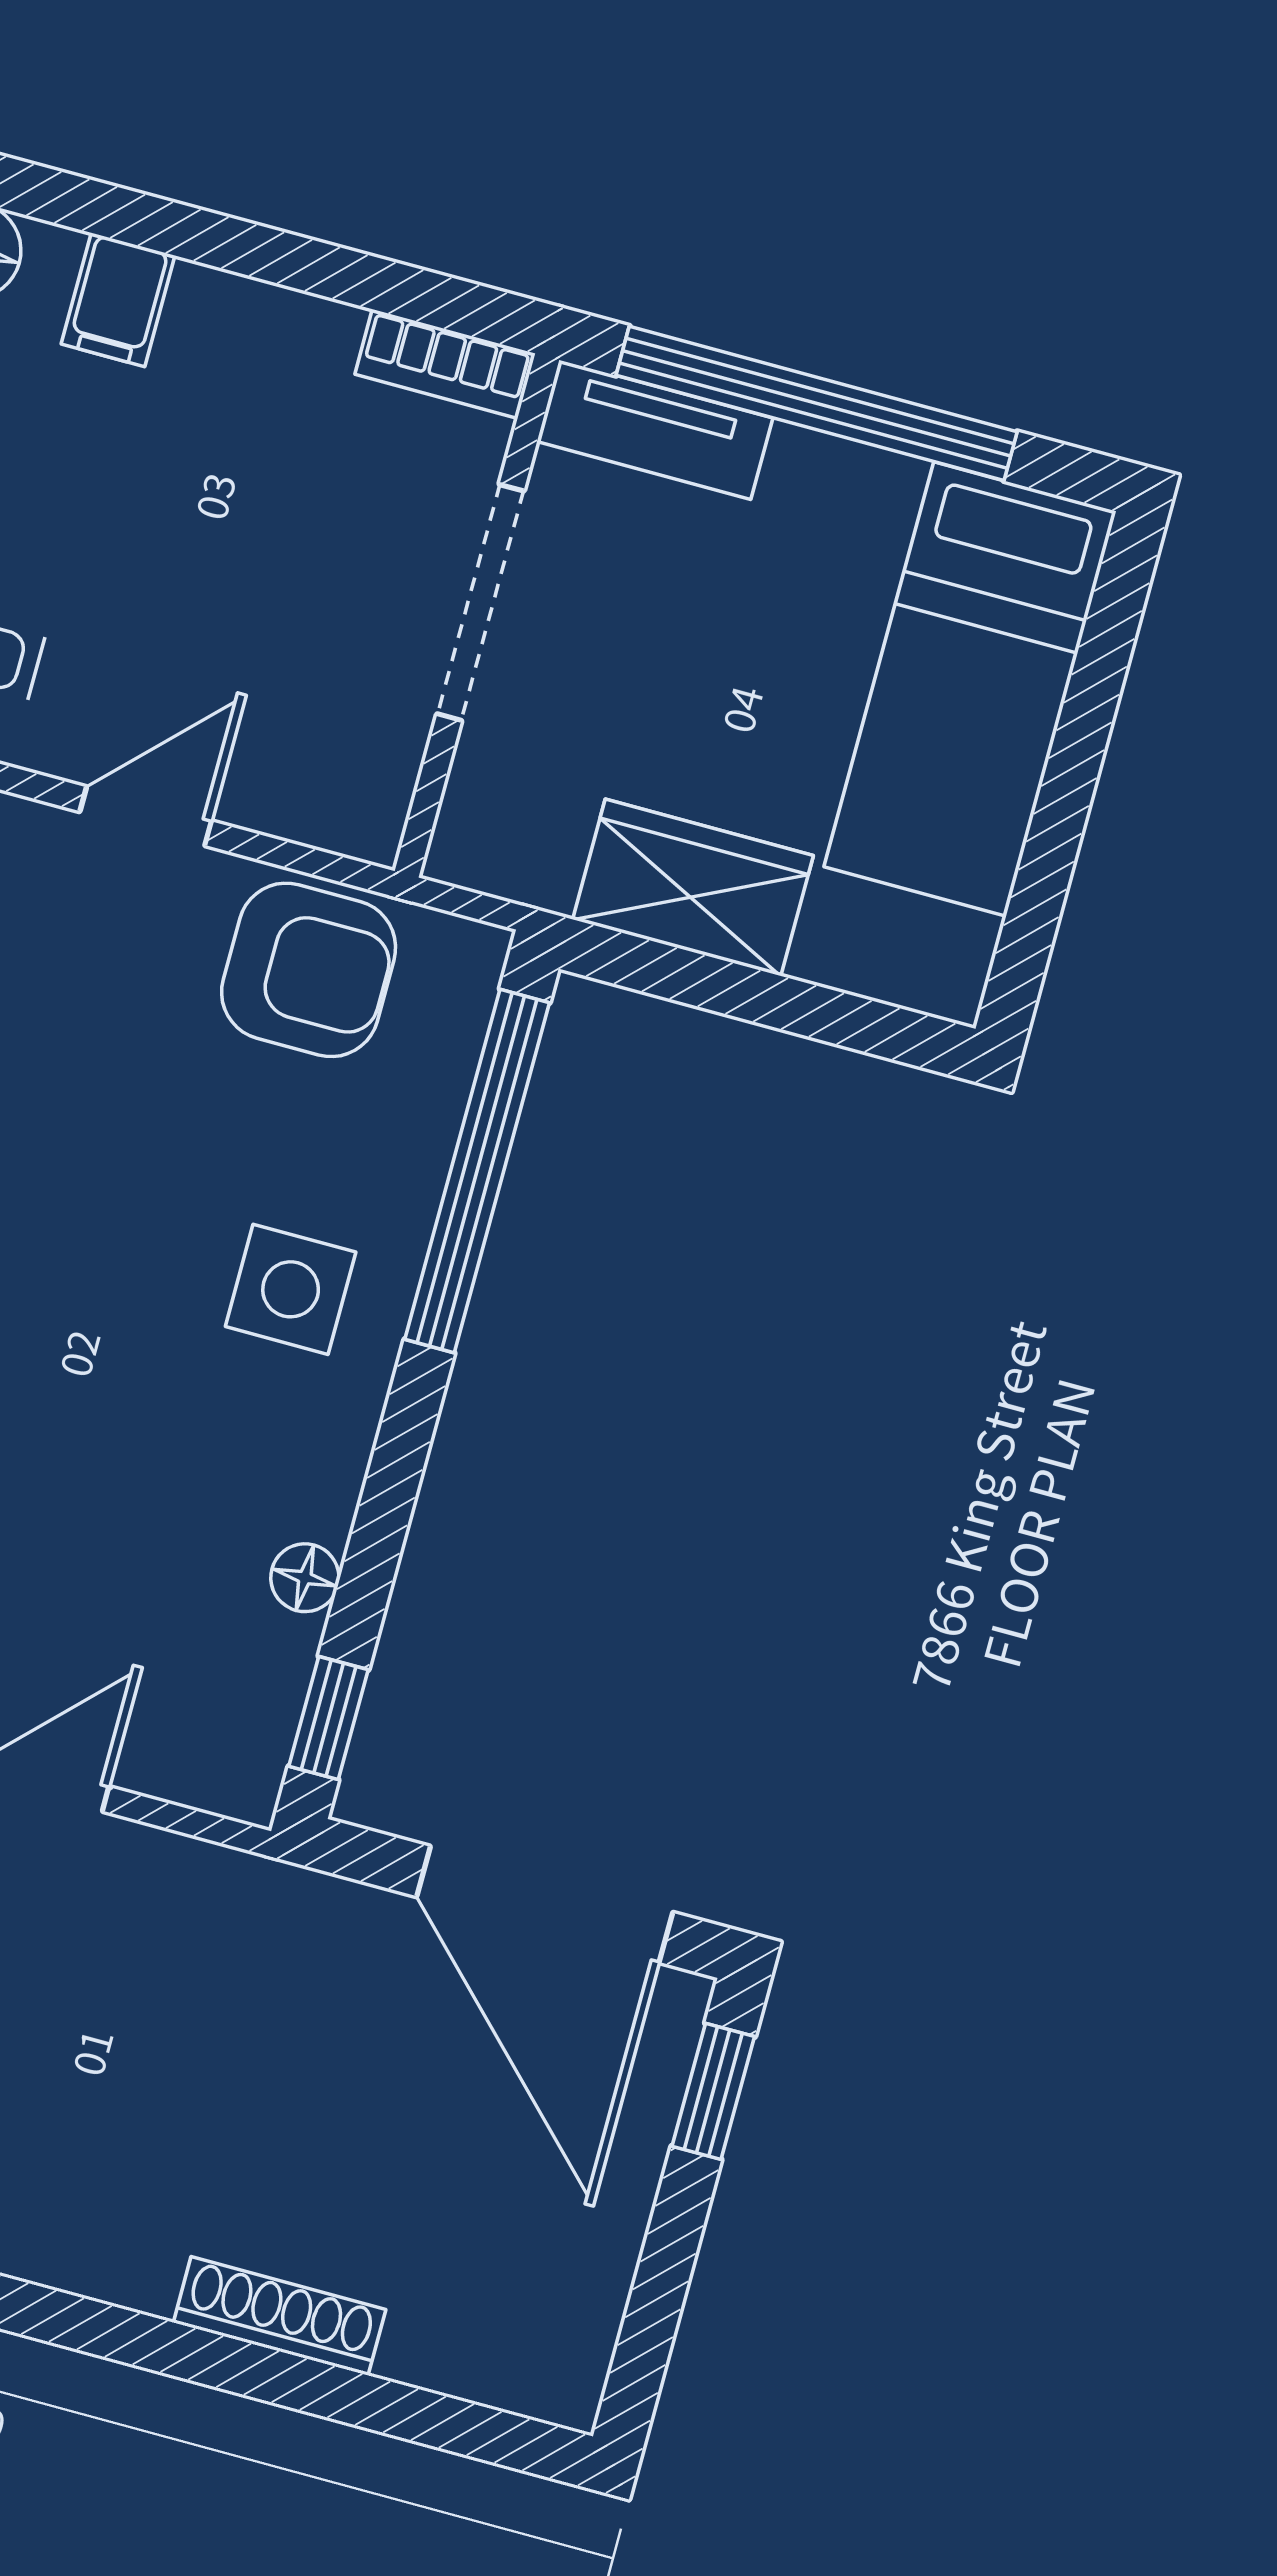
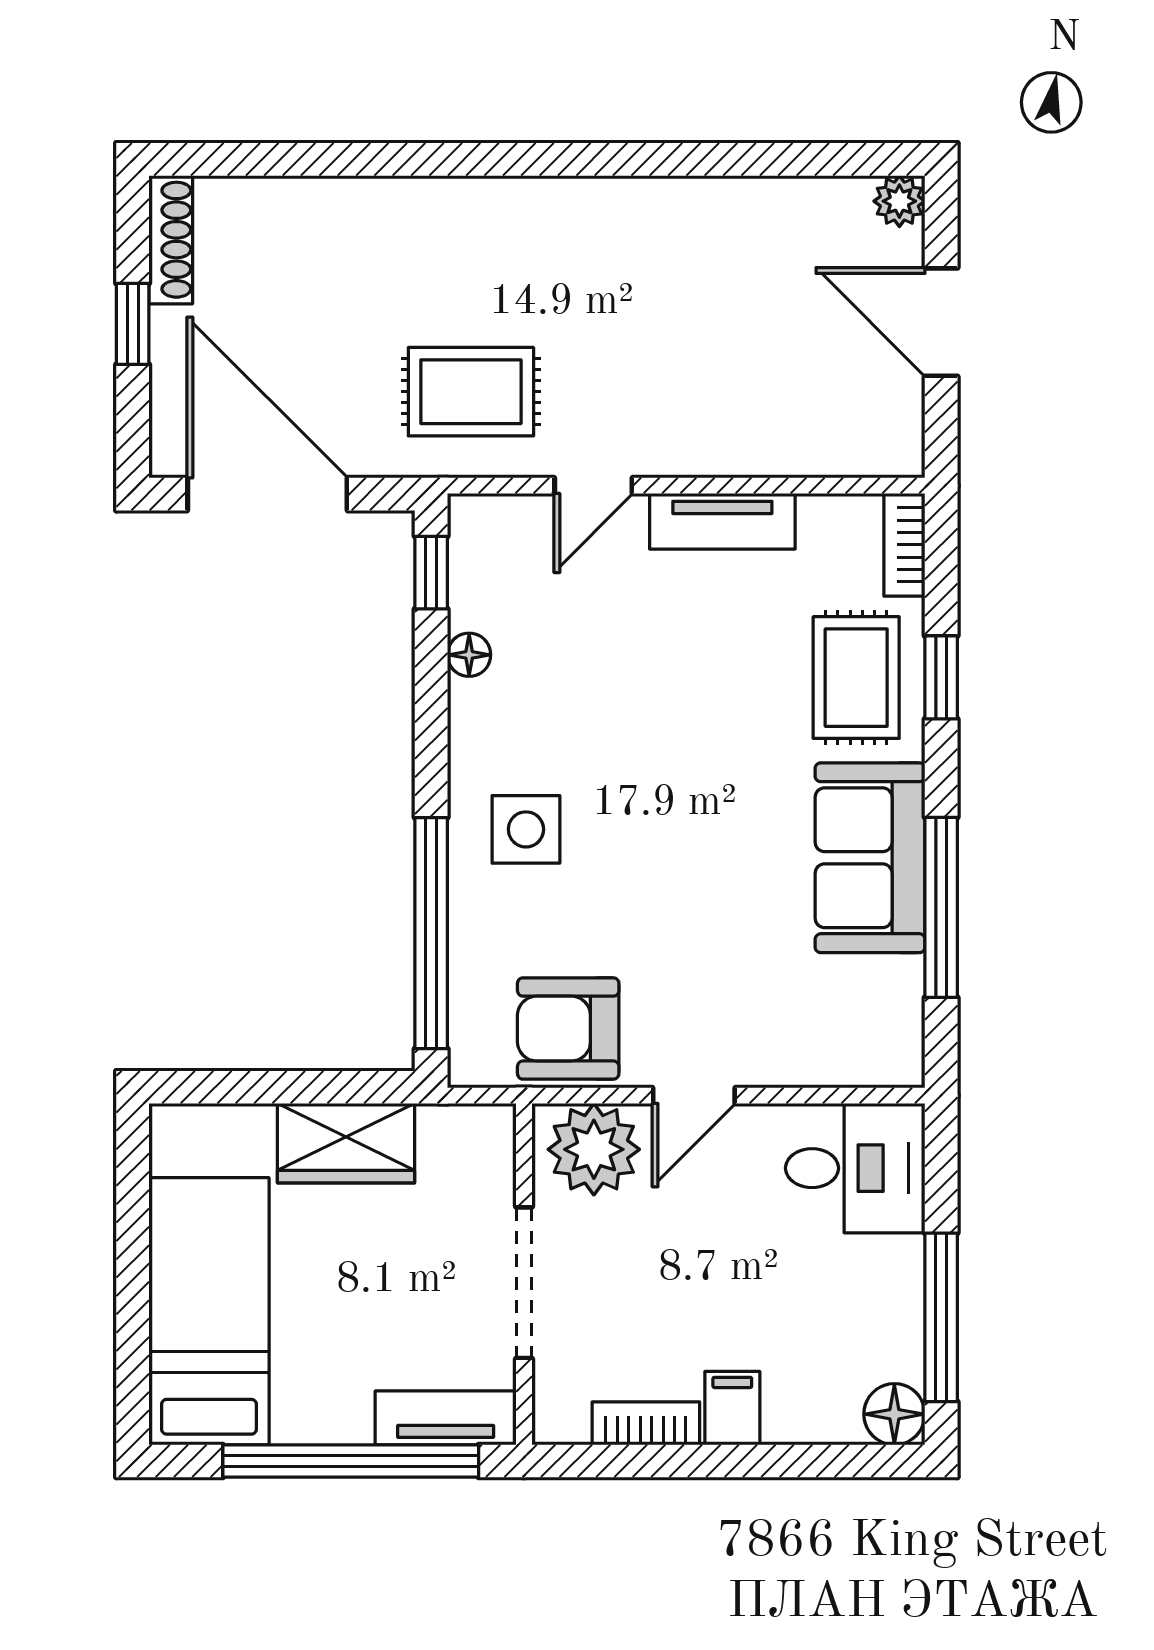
filing cabinet: (118, 300) -> (732, 1408), moved
bookcase: (445, 364) -> (646, 1423), moved
plant: (319, 776) -> (594, 1149), added
rug: (194, 1976) -> (471, 392), added
window: (713, 2091) -> (133, 324), moved
shoe rack: (280, 2316) -> (171, 240), moved, turned -90

